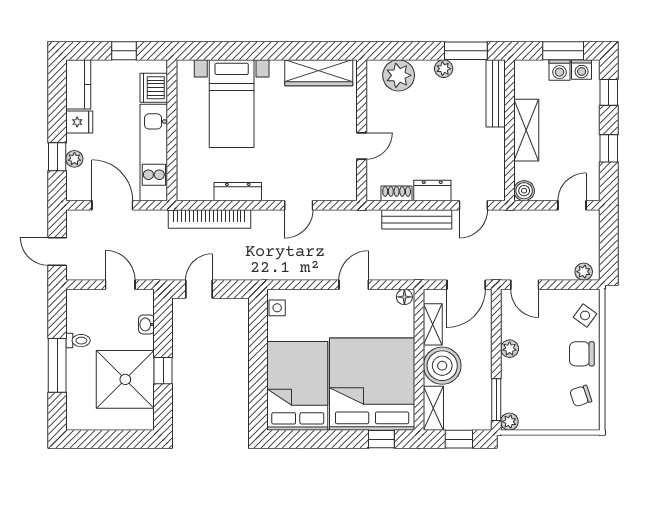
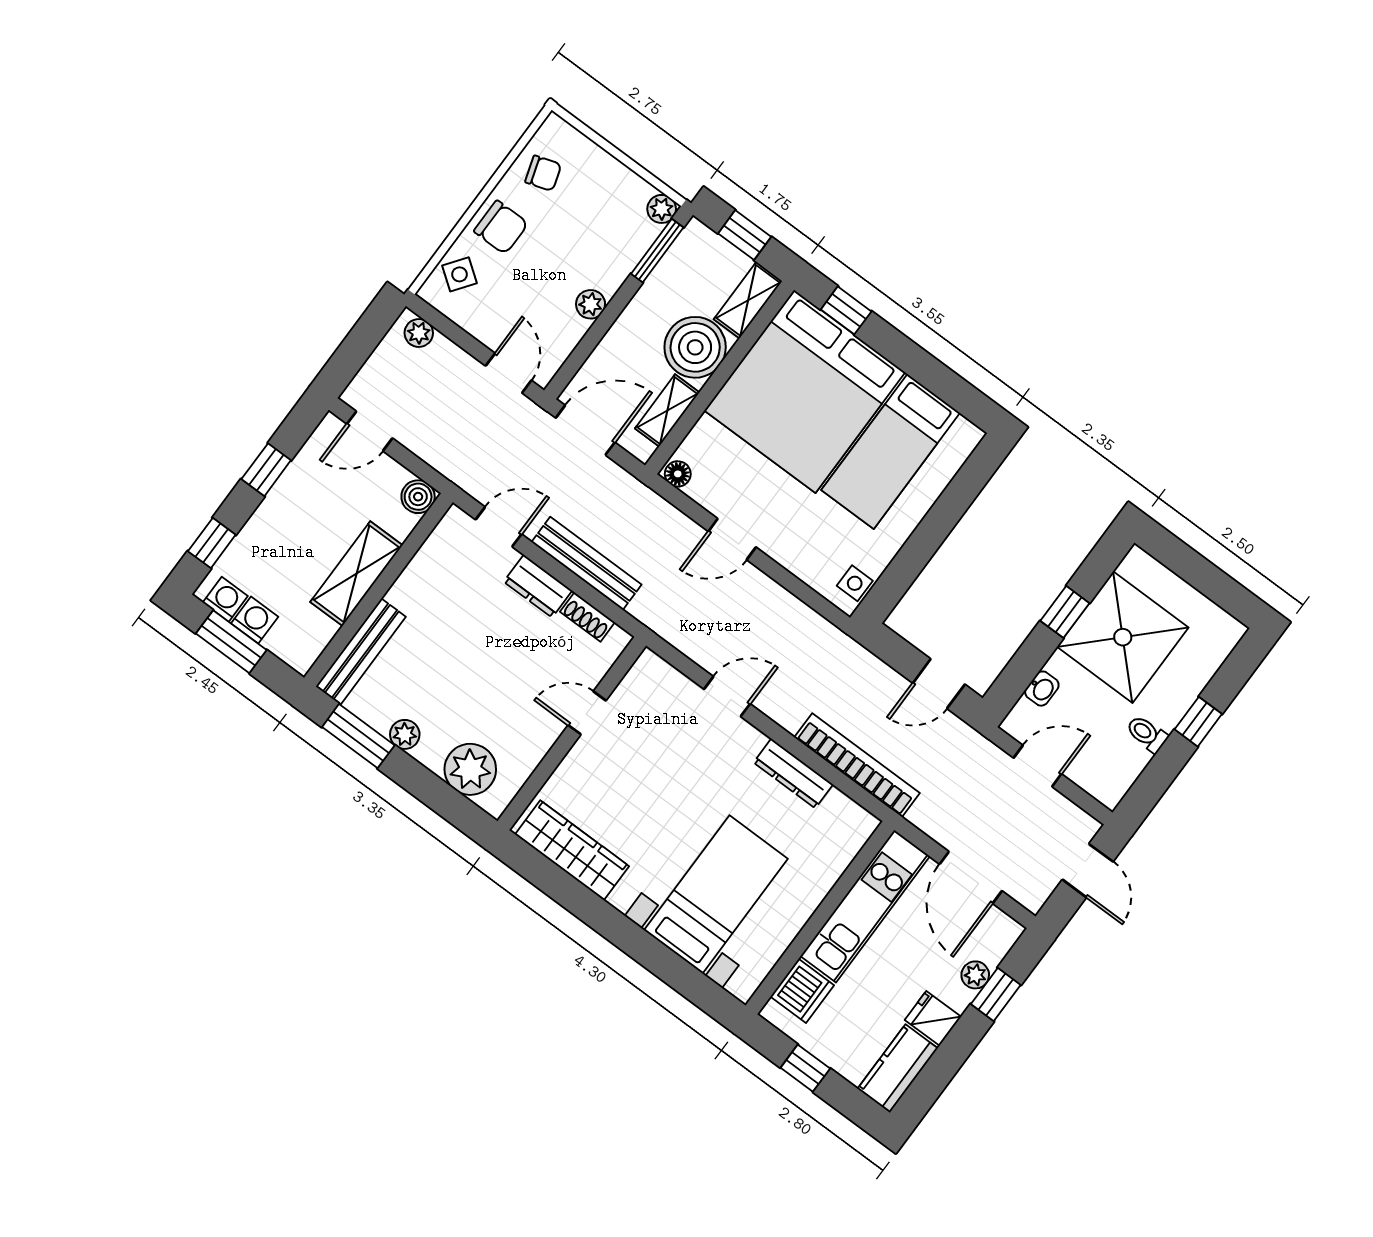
door: (120, 285) -> (1038, 766), swing flipped
window: (57, 365) -> (1198, 722), width x0.46
bed: (298, 386) -> (891, 452), width x0.67

